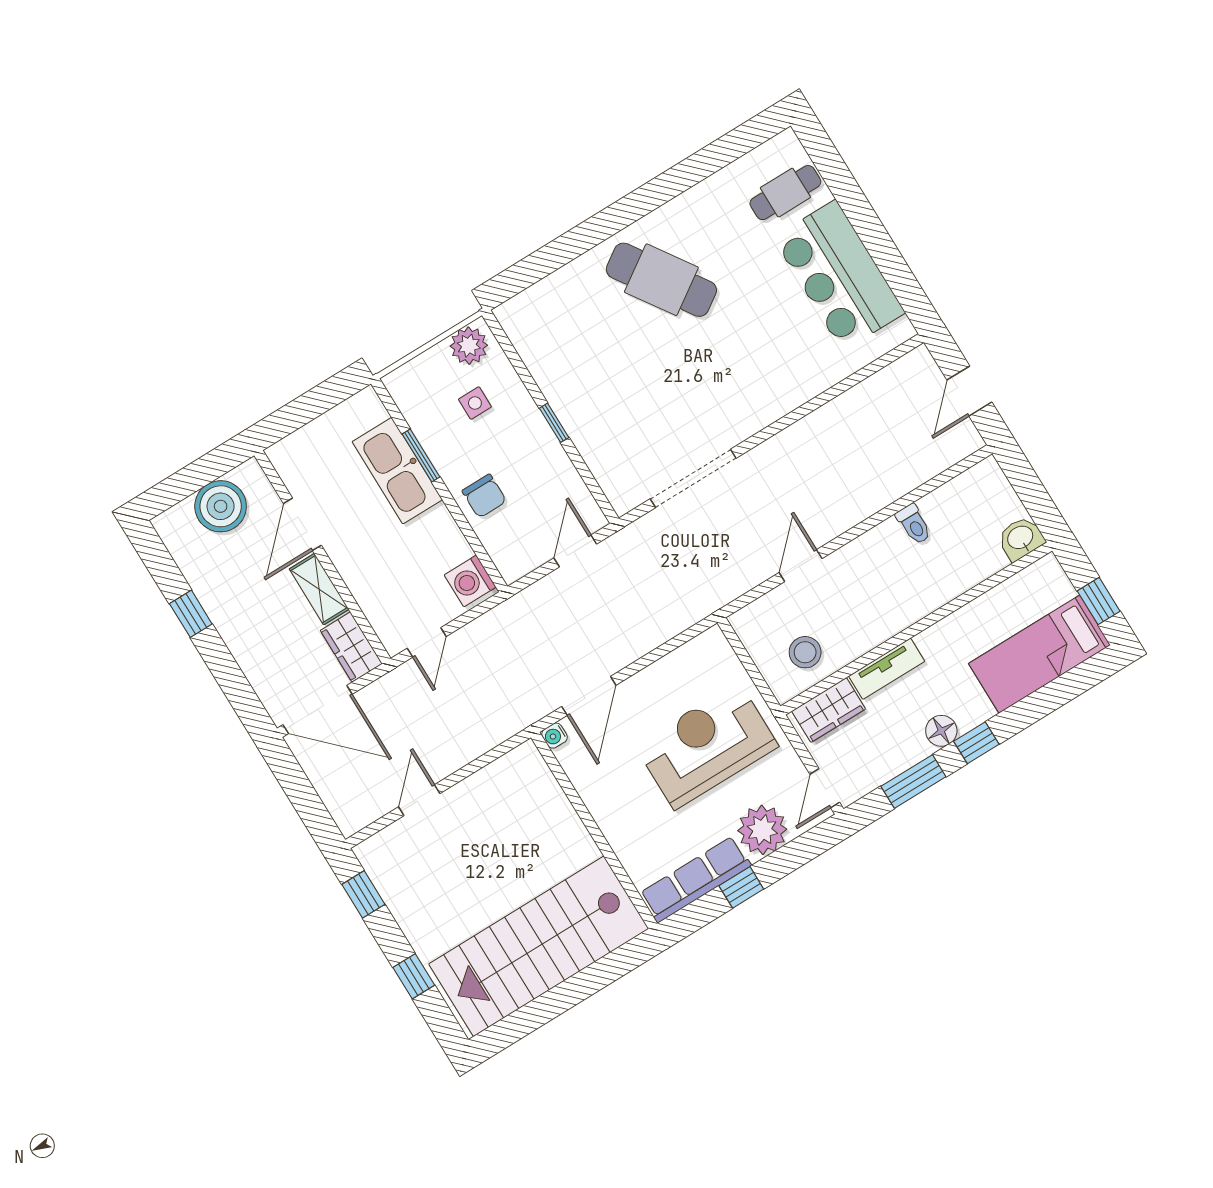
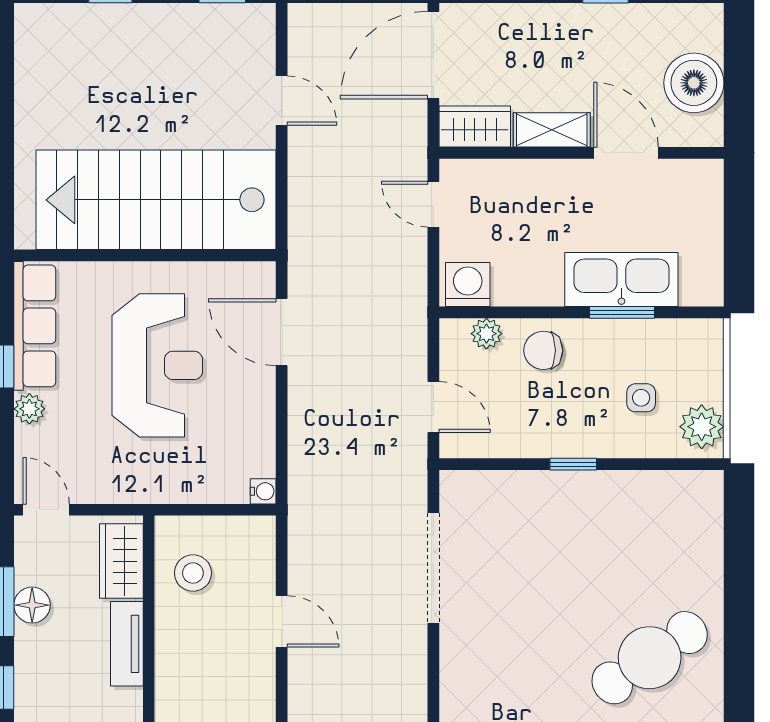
plant: (498, 545) -> (486, 334), added
floor lamp: (941, 731) -> (32, 605), moved
water cooler: (554, 736) -> (263, 491), moved, turned 90
reception desk: (707, 746) -> (157, 365), moved
plant: (762, 830) -> (29, 409), width x0.53, depth x0.53
stairs: (539, 946) -> (156, 200), moved, turned -90

